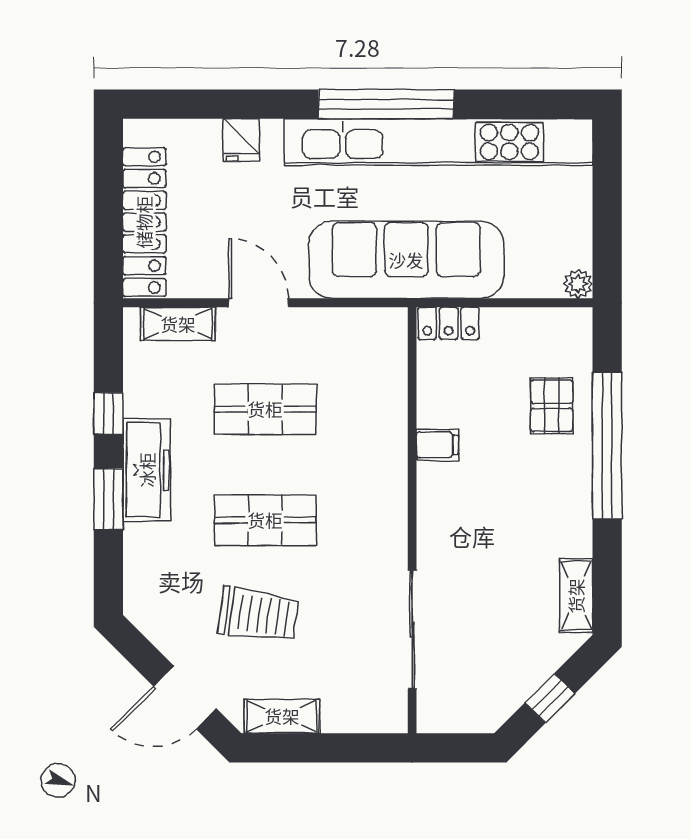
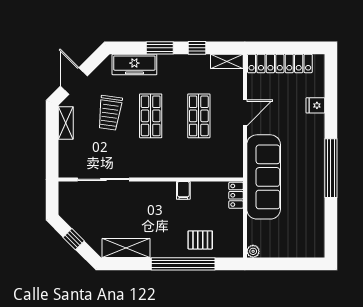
kitchen unit: (438, 142) -> (315, 191), removed
shelving: (178, 324) -> (227, 61), moved, turned 90
freezer: (147, 470) -> (134, 64), moved
shelving: (576, 596) -> (126, 248), width x1.50, depth x1.33

